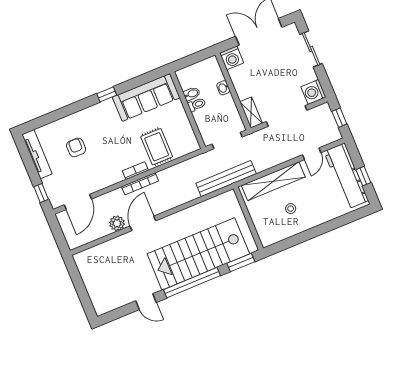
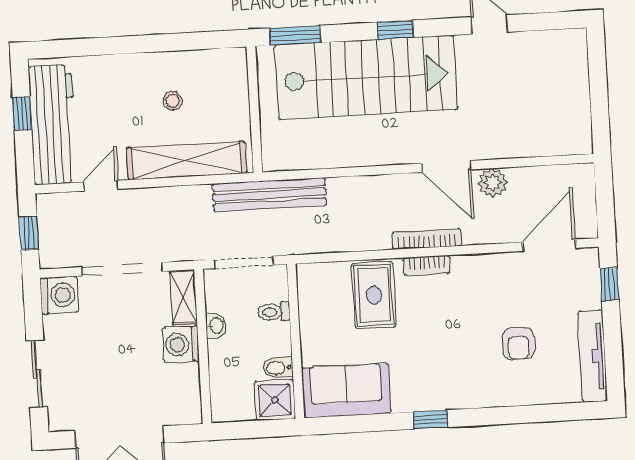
washing machine: (232, 58) -> (181, 344), moved, turned -90
shower: (188, 77) -> (275, 400), added
washbasin: (223, 88) -> (216, 326), moved
sofa: (146, 97) -> (346, 391), width x0.73
toilet: (197, 105) -> (274, 312), moved
door: (143, 223) -> (446, 166), hinge flipped
window: (192, 283) -> (395, 30), width x0.32

